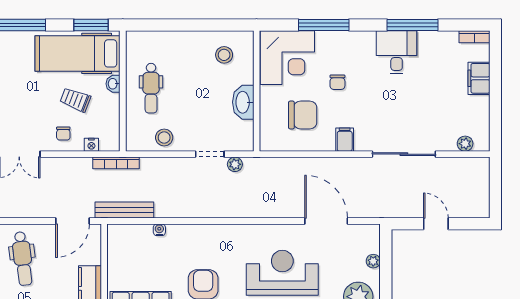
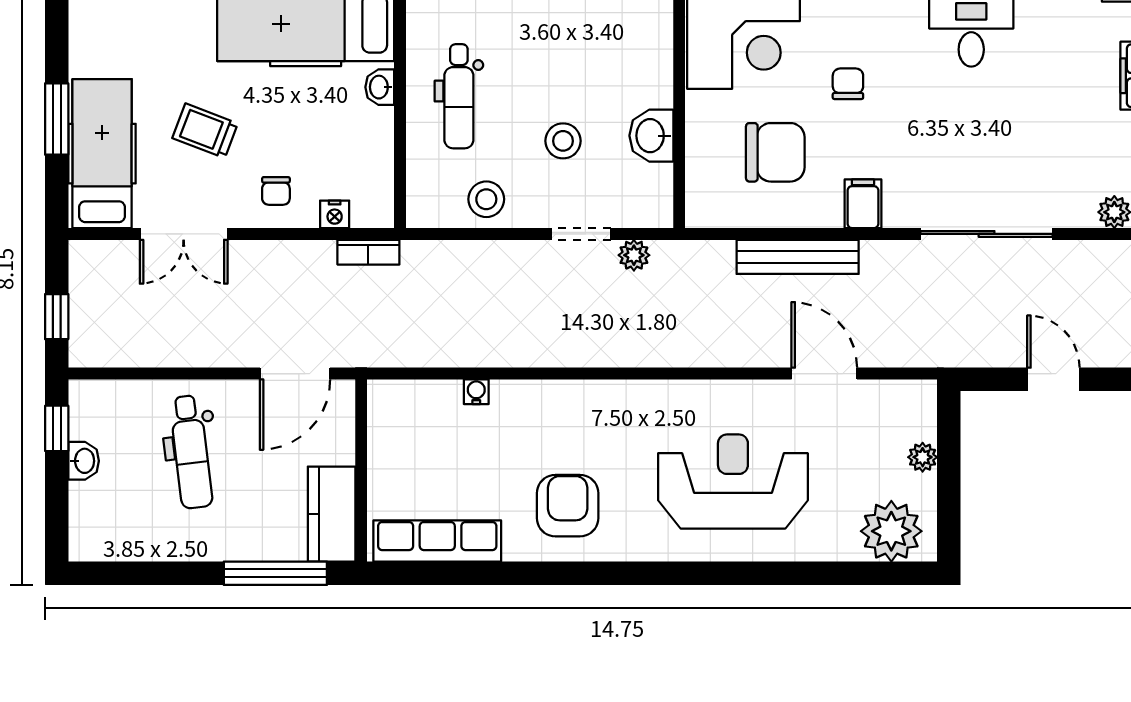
stool: (224, 55) -> (563, 141), moved
chair: (337, 82) -> (848, 84), turned 180
trolley: (75, 100) -> (205, 131), moved
washbasin: (243, 102) -> (651, 136), width x0.72
bookcase: (116, 163) -> (368, 252), width x0.64
bench: (124, 210) -> (798, 257), moved
door: (326, 221) -> (824, 374), width x0.73

